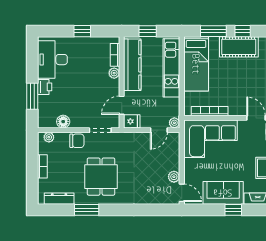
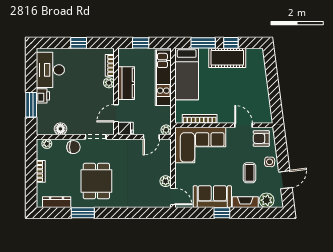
kitchen counter: (132, 65) -> (126, 83), width x0.67

